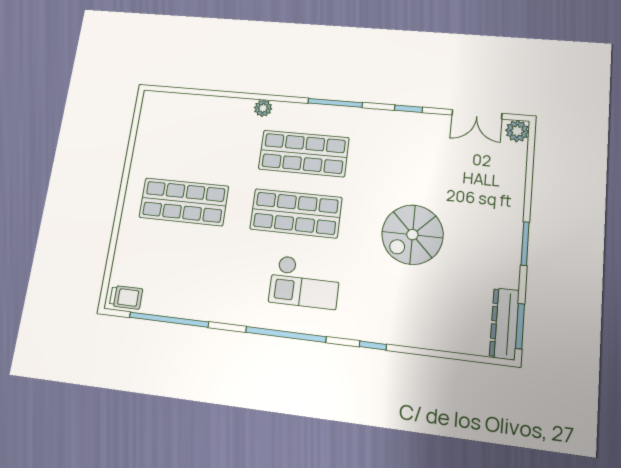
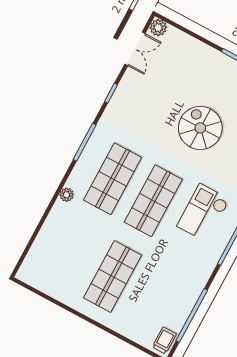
spiral stairs: (412, 235) -> (200, 128), turned 180
checkout: (305, 282) -> (203, 213), turned 180

